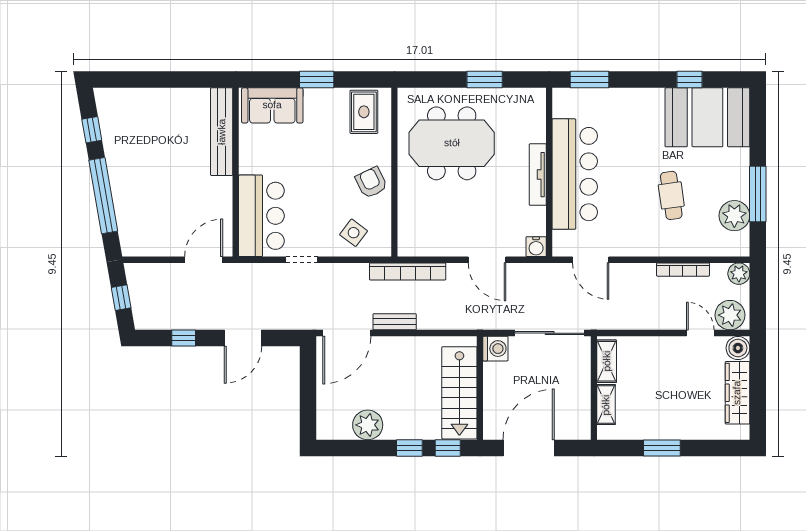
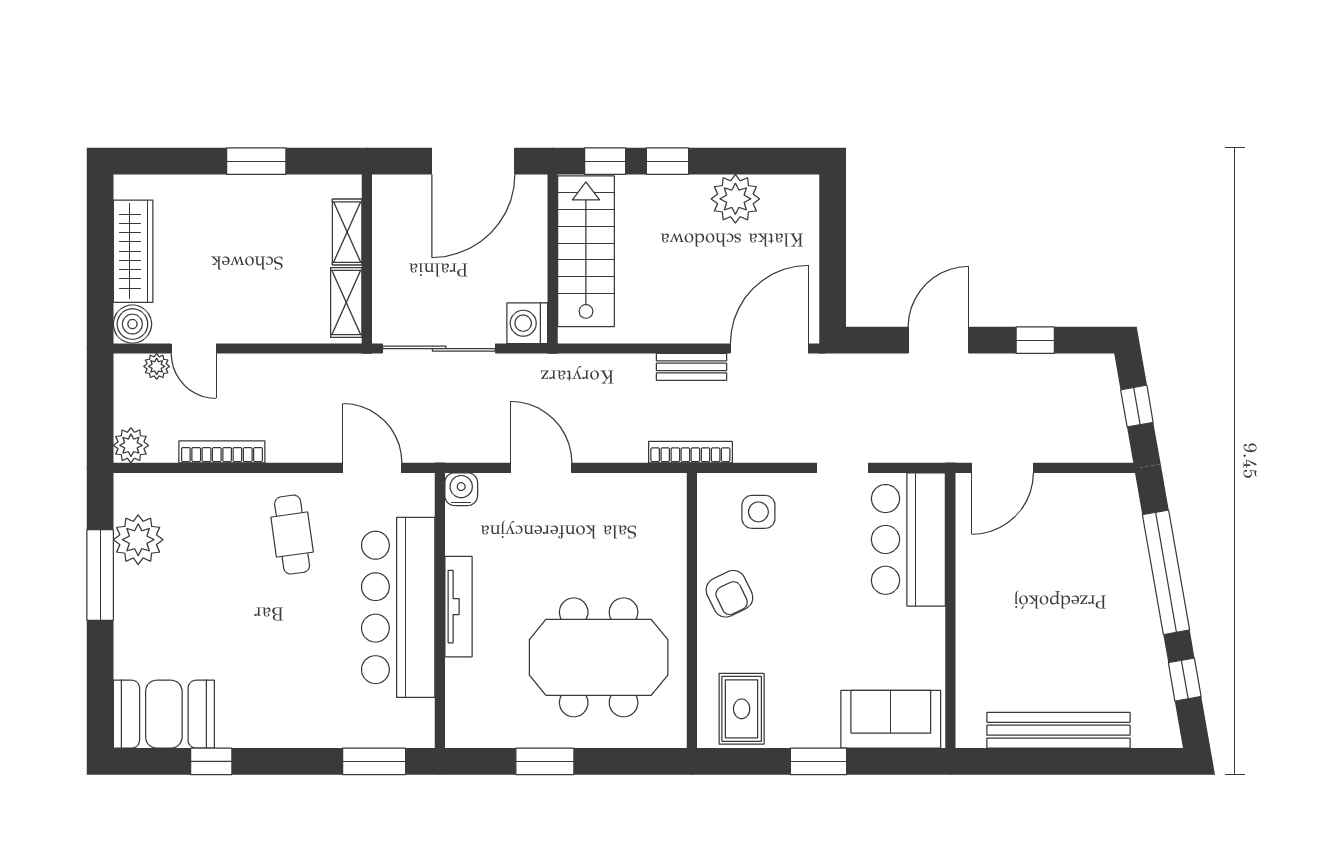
booth: (707, 117) -> (164, 714), width x0.73, depth x0.70
bench: (222, 132) -> (1058, 730), moved, turned 90
cafe table: (671, 195) -> (292, 535), moved
side table: (354, 233) -> (758, 512), turned -37
bookcase: (408, 271) -> (690, 452), width x0.68, depth x0.76
plant: (730, 315) -> (157, 366), width x0.53, depth x0.53

